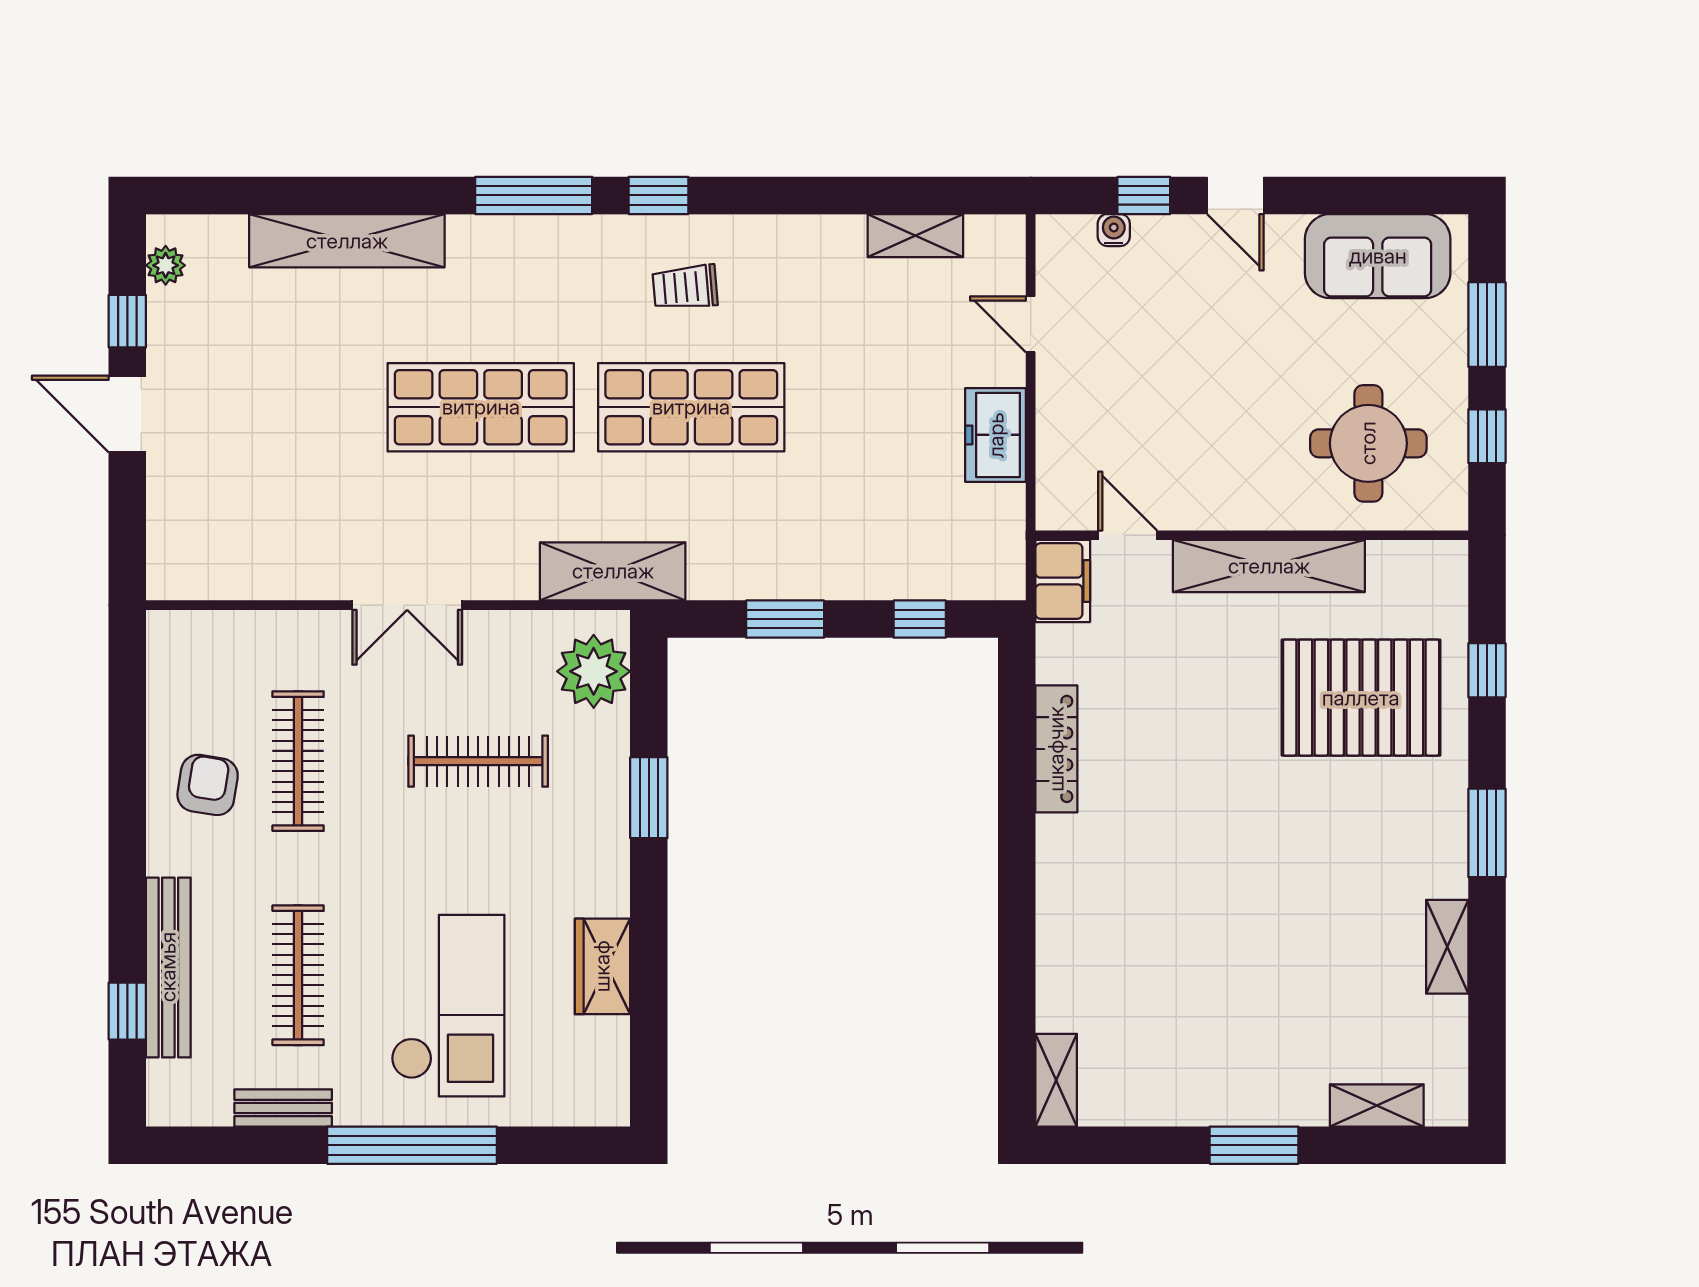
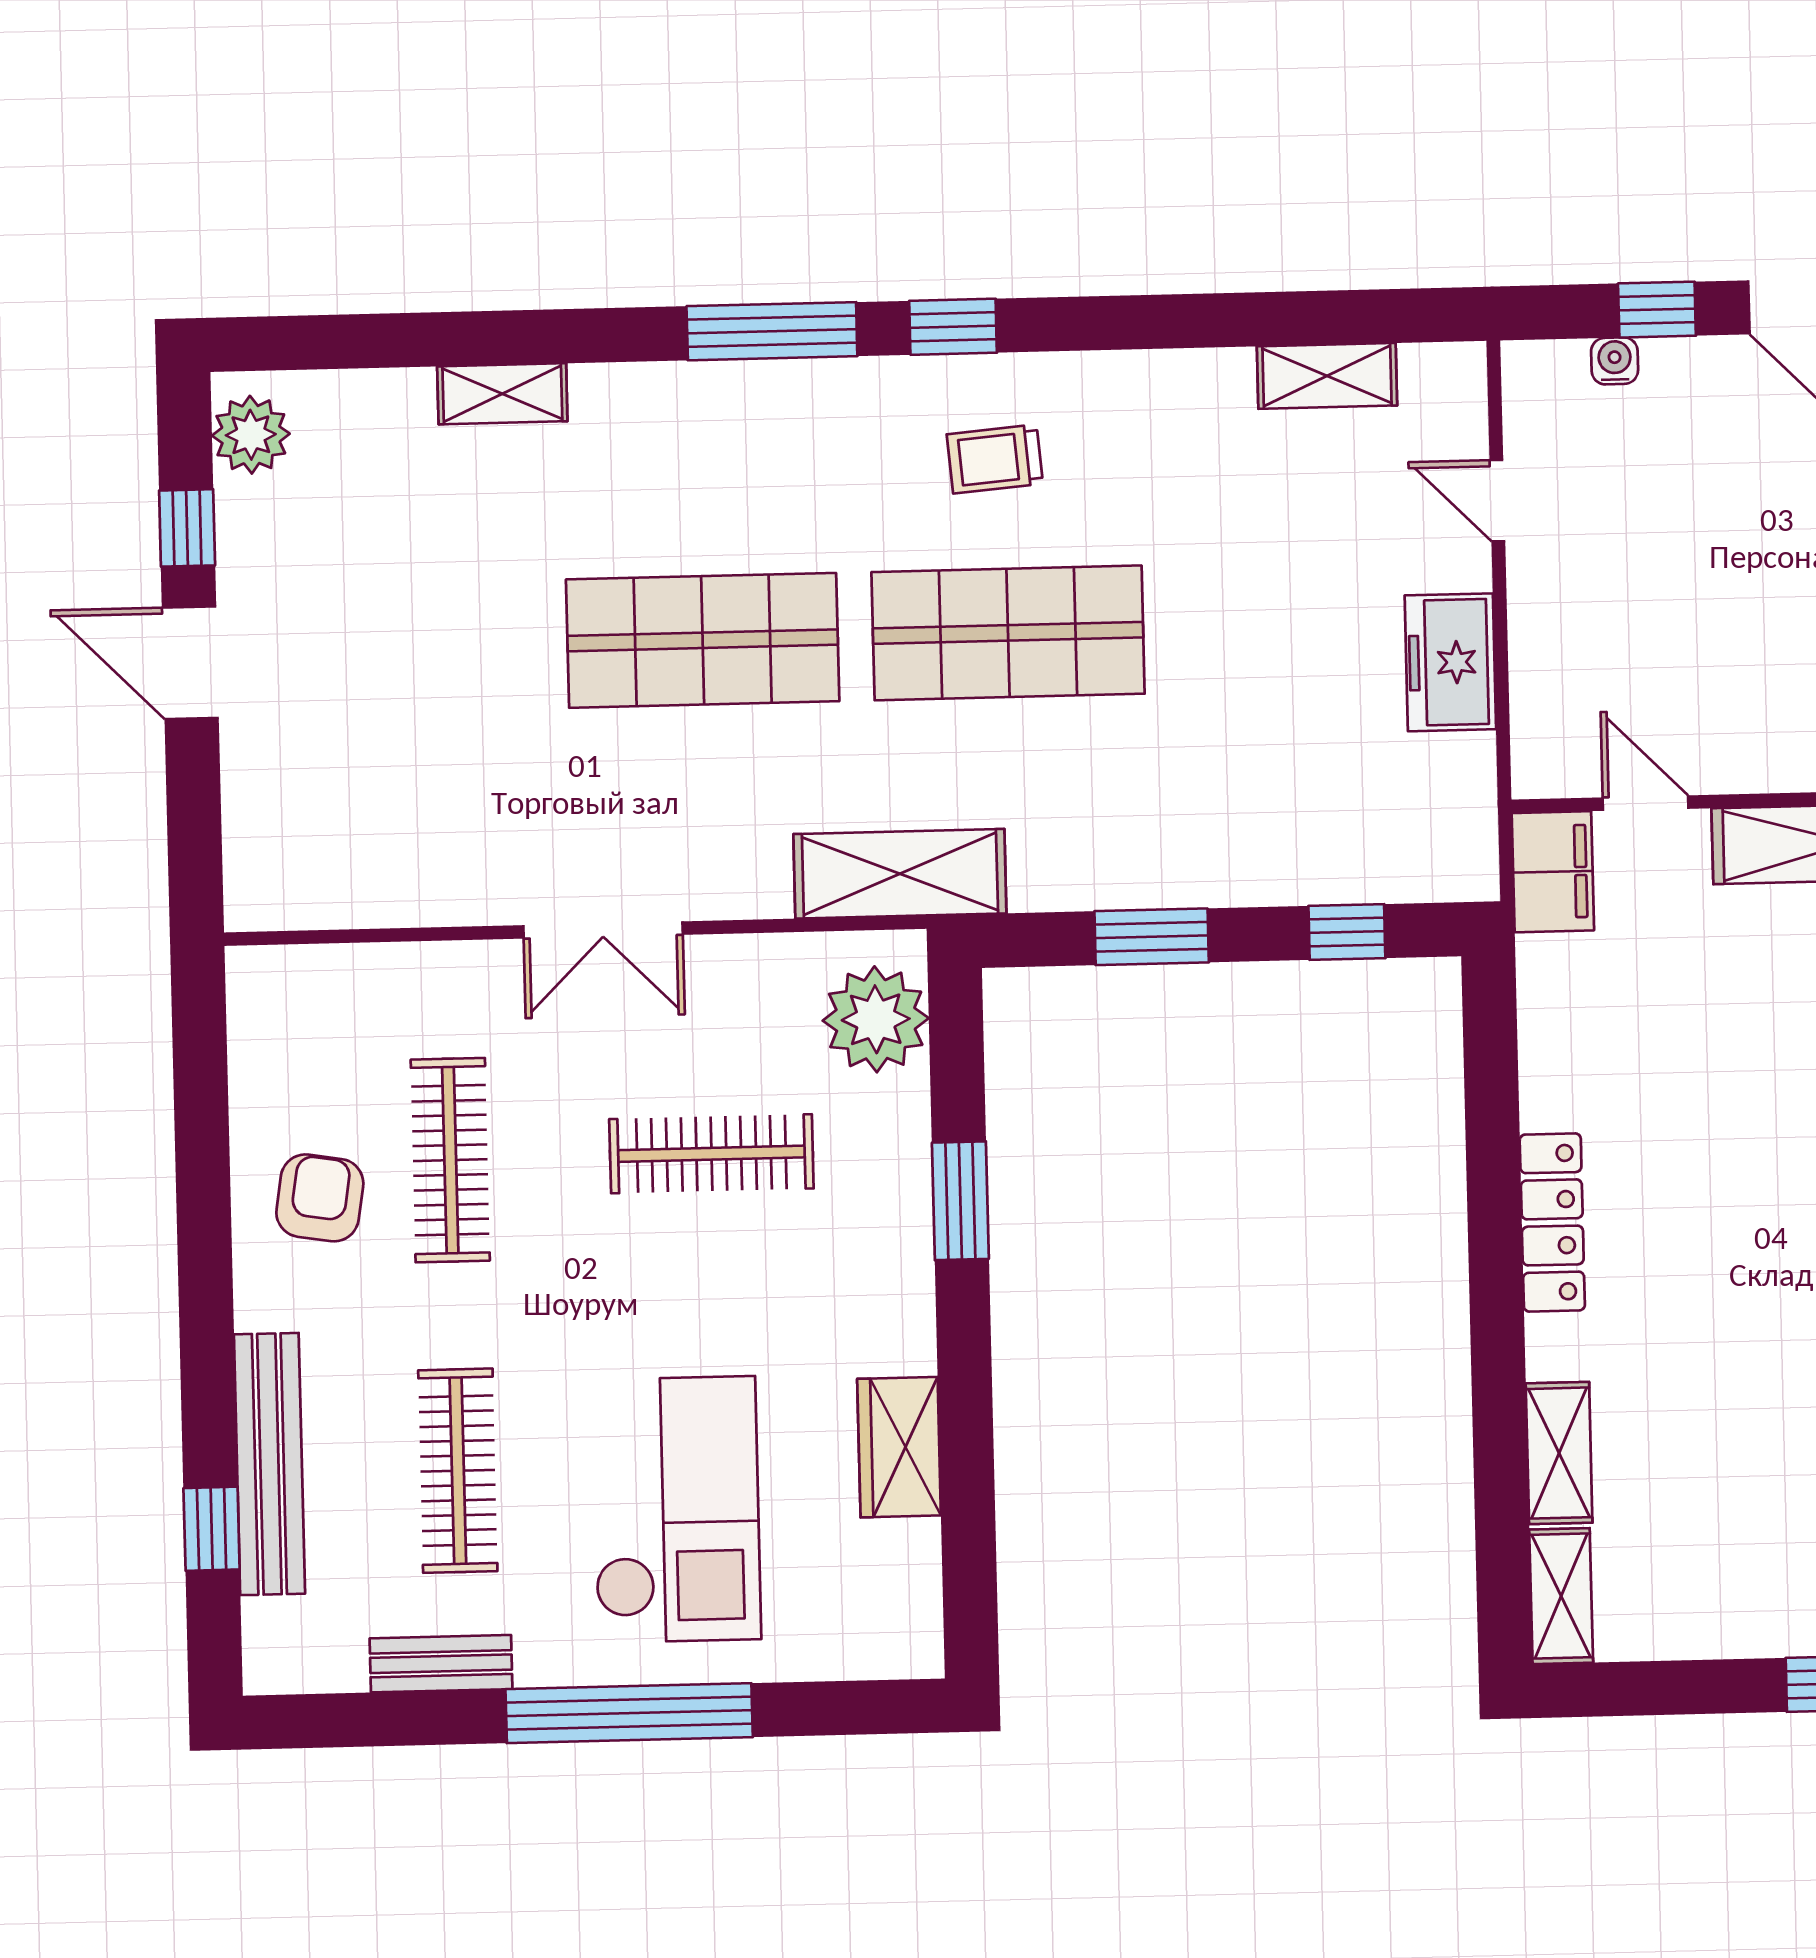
shelving: (347, 241) -> (502, 394), width x0.45, depth x0.75
plant: (166, 265) -> (251, 435), width x1.38, depth x1.38
locker: (1056, 749) -> (1552, 1222), moved
shelving: (1057, 982) -> (1559, 1453), added

